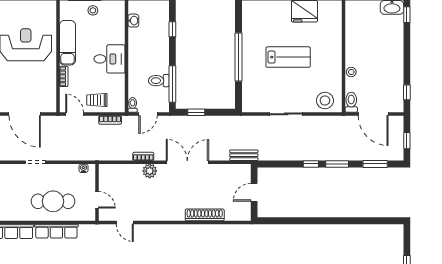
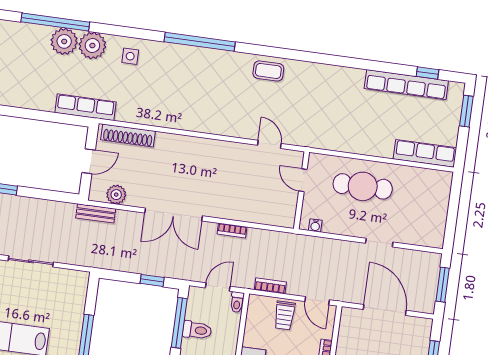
trolley: (97, 100) -> (284, 315), turned 90
plant: (150, 171) -> (116, 195), moved
shoe rack: (205, 215) -> (128, 135), moved
row of seats: (56, 231) -> (86, 107), moved

